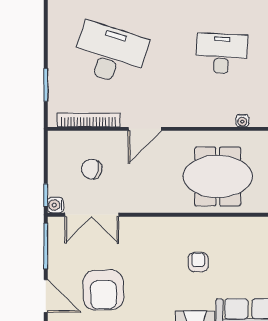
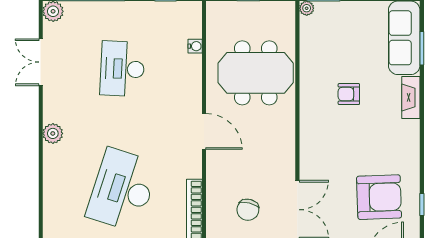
door: (145, 129) -> (204, 131), moved
meeting table: (218, 176) -> (256, 73), turned 90

